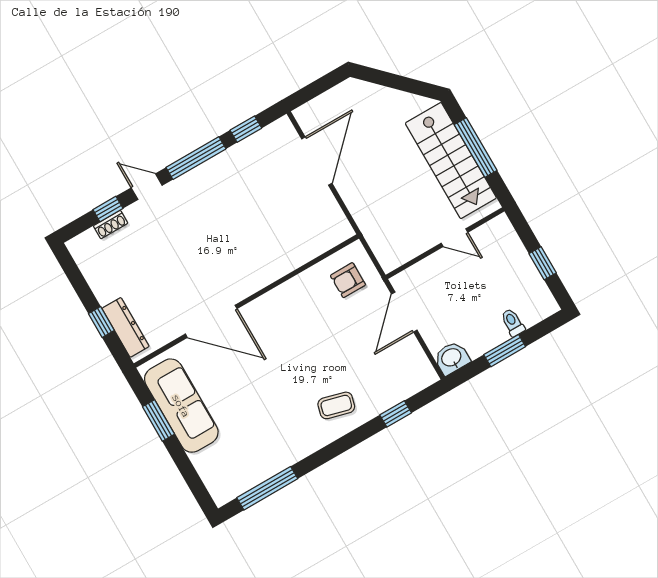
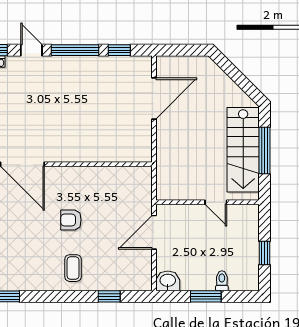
armchair: (348, 280) -> (71, 220), moved
coffee table: (336, 405) -> (73, 268), turned 75

